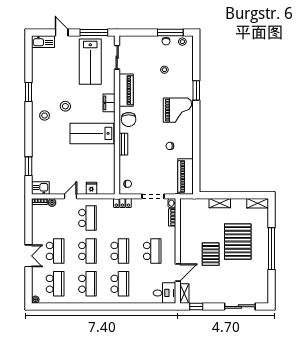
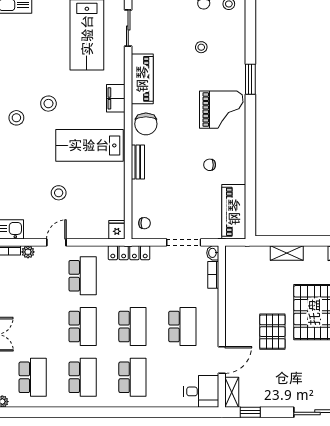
stool: (72, 164) -> (59, 193), added
fridge: (91, 188) -> (117, 230), moved
locker: (122, 203) -> (129, 253), width x1.53
school desk: (55, 251) -> (33, 327), removed

